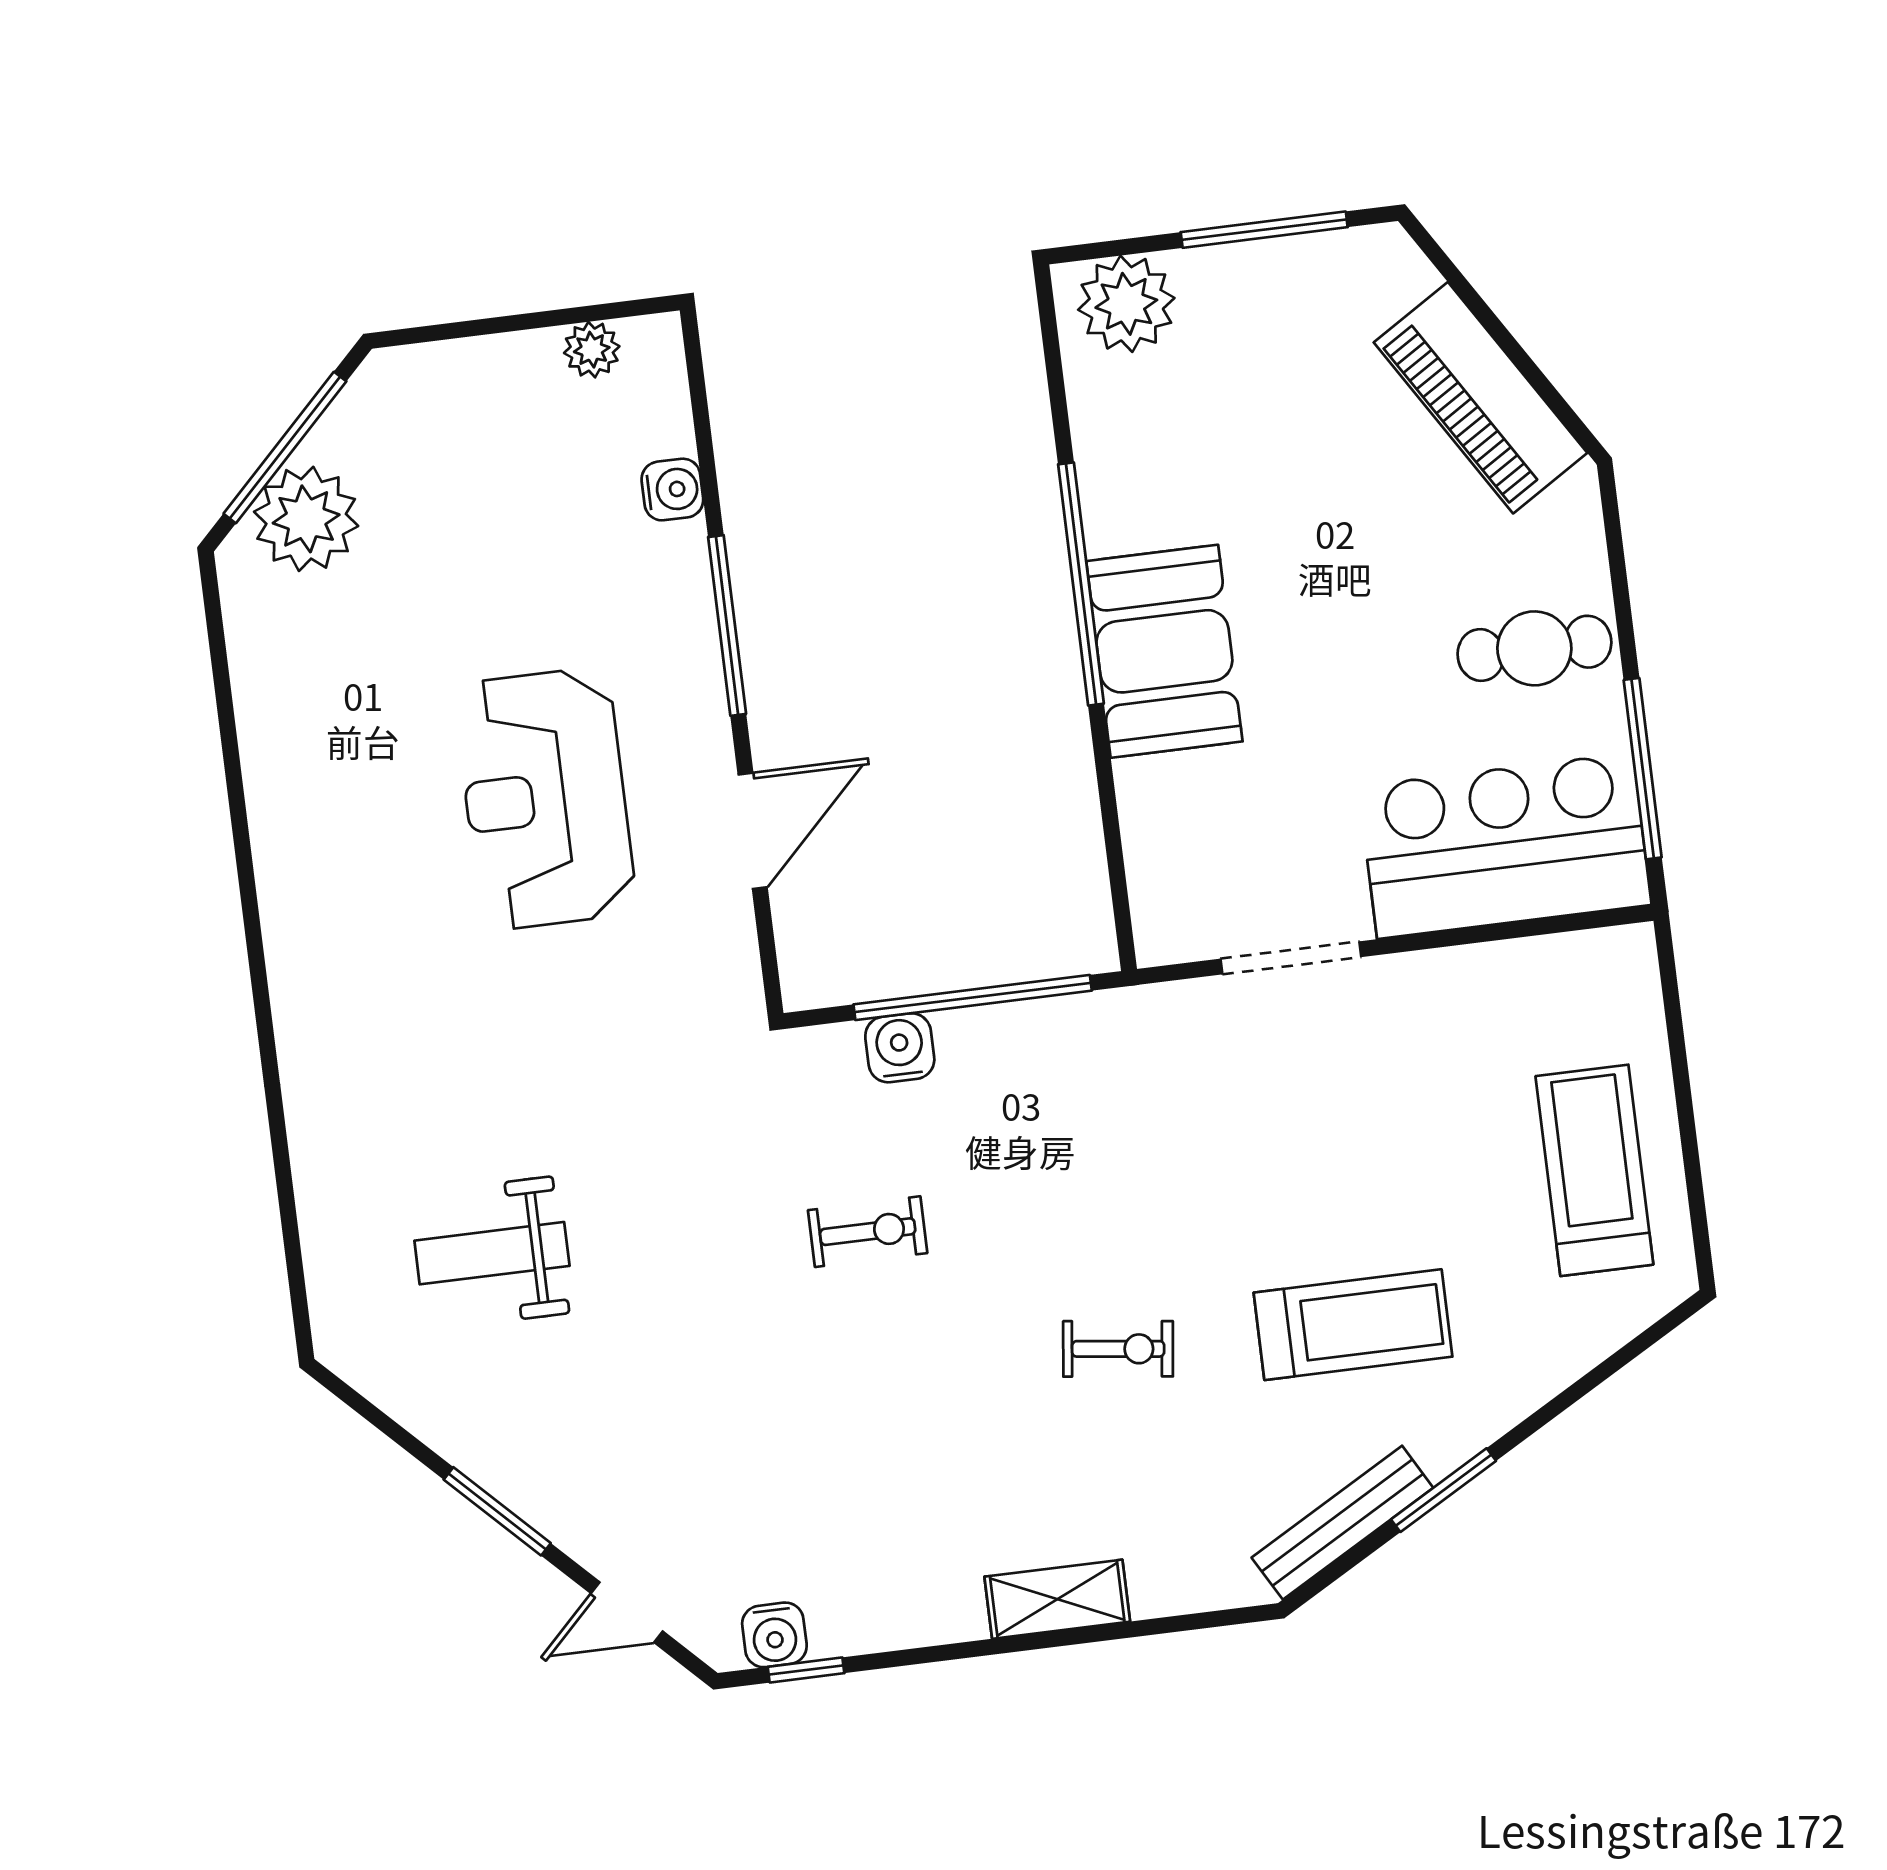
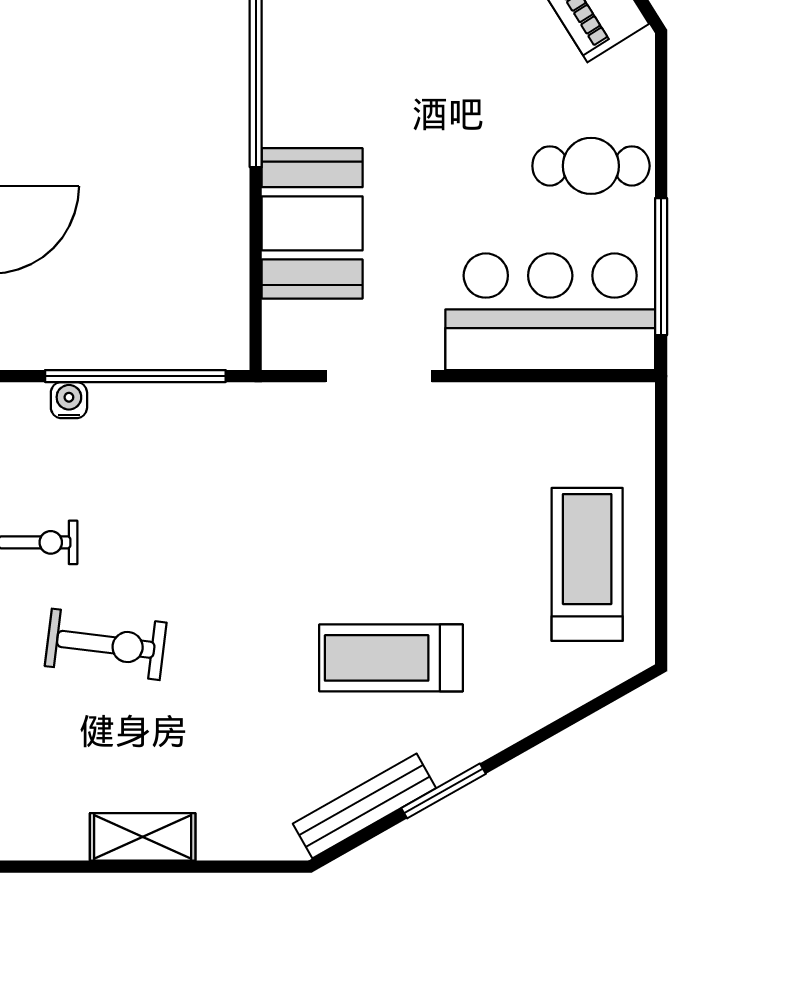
booth: (1164, 651) -> (312, 223), moved
water cooler: (900, 1048) -> (69, 400), width x0.72, depth x0.72
treadmill: (1353, 1325) -> (391, 658), turned 180
exercise bike: (1118, 1349) -> (106, 644), moved, width x1.38, depth x1.39

